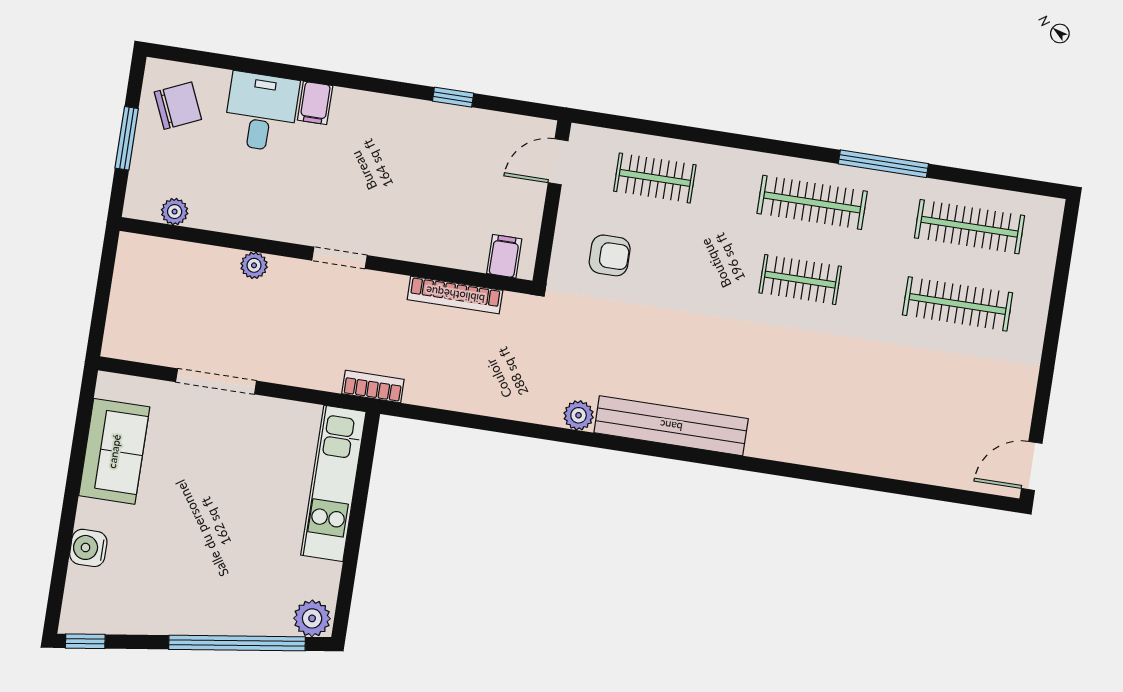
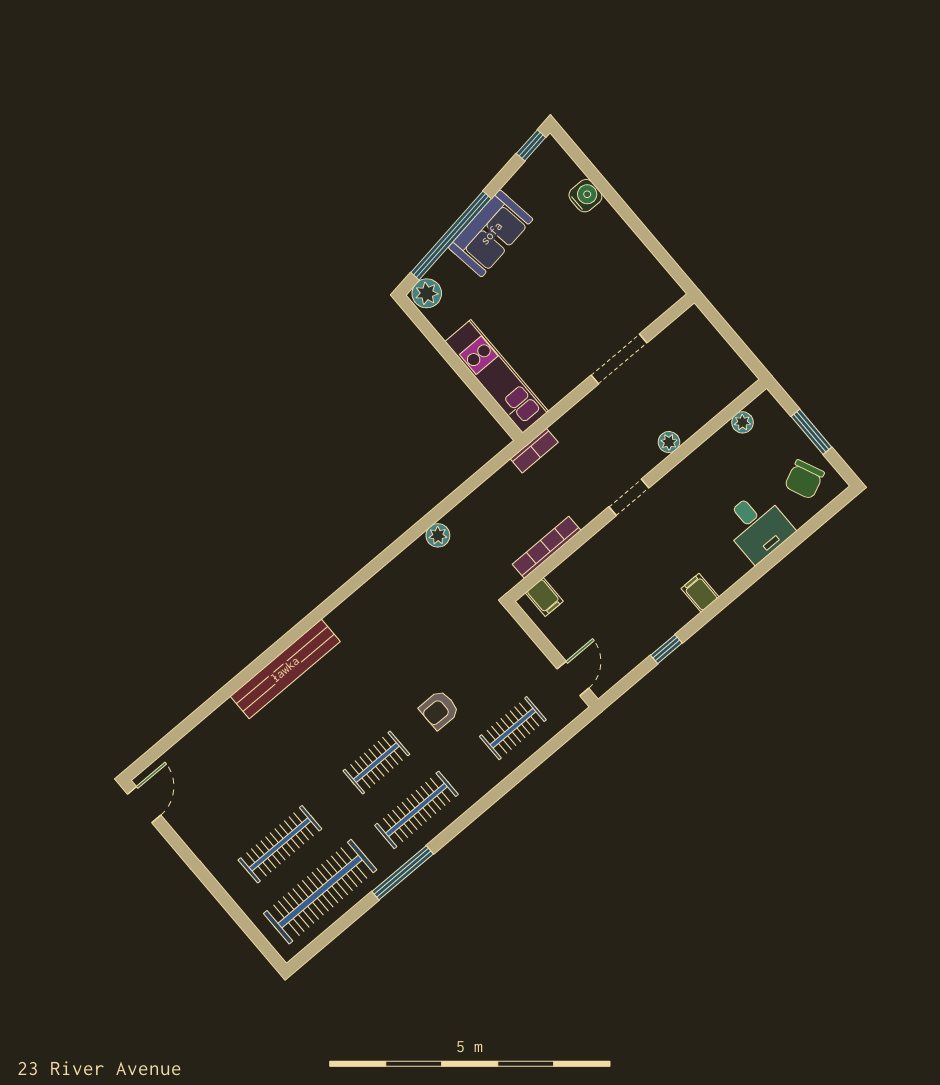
filing cabinet: (315, 103) -> (700, 593), moved
clothes rail: (969, 227) -> (320, 892), width x1.37, depth x1.31
armchair: (610, 255) -> (439, 710), moved
plant: (579, 415) -> (438, 535), moved
bench: (671, 426) -> (285, 669), moved
sofa: (114, 451) -> (491, 233), moved, turned -98

